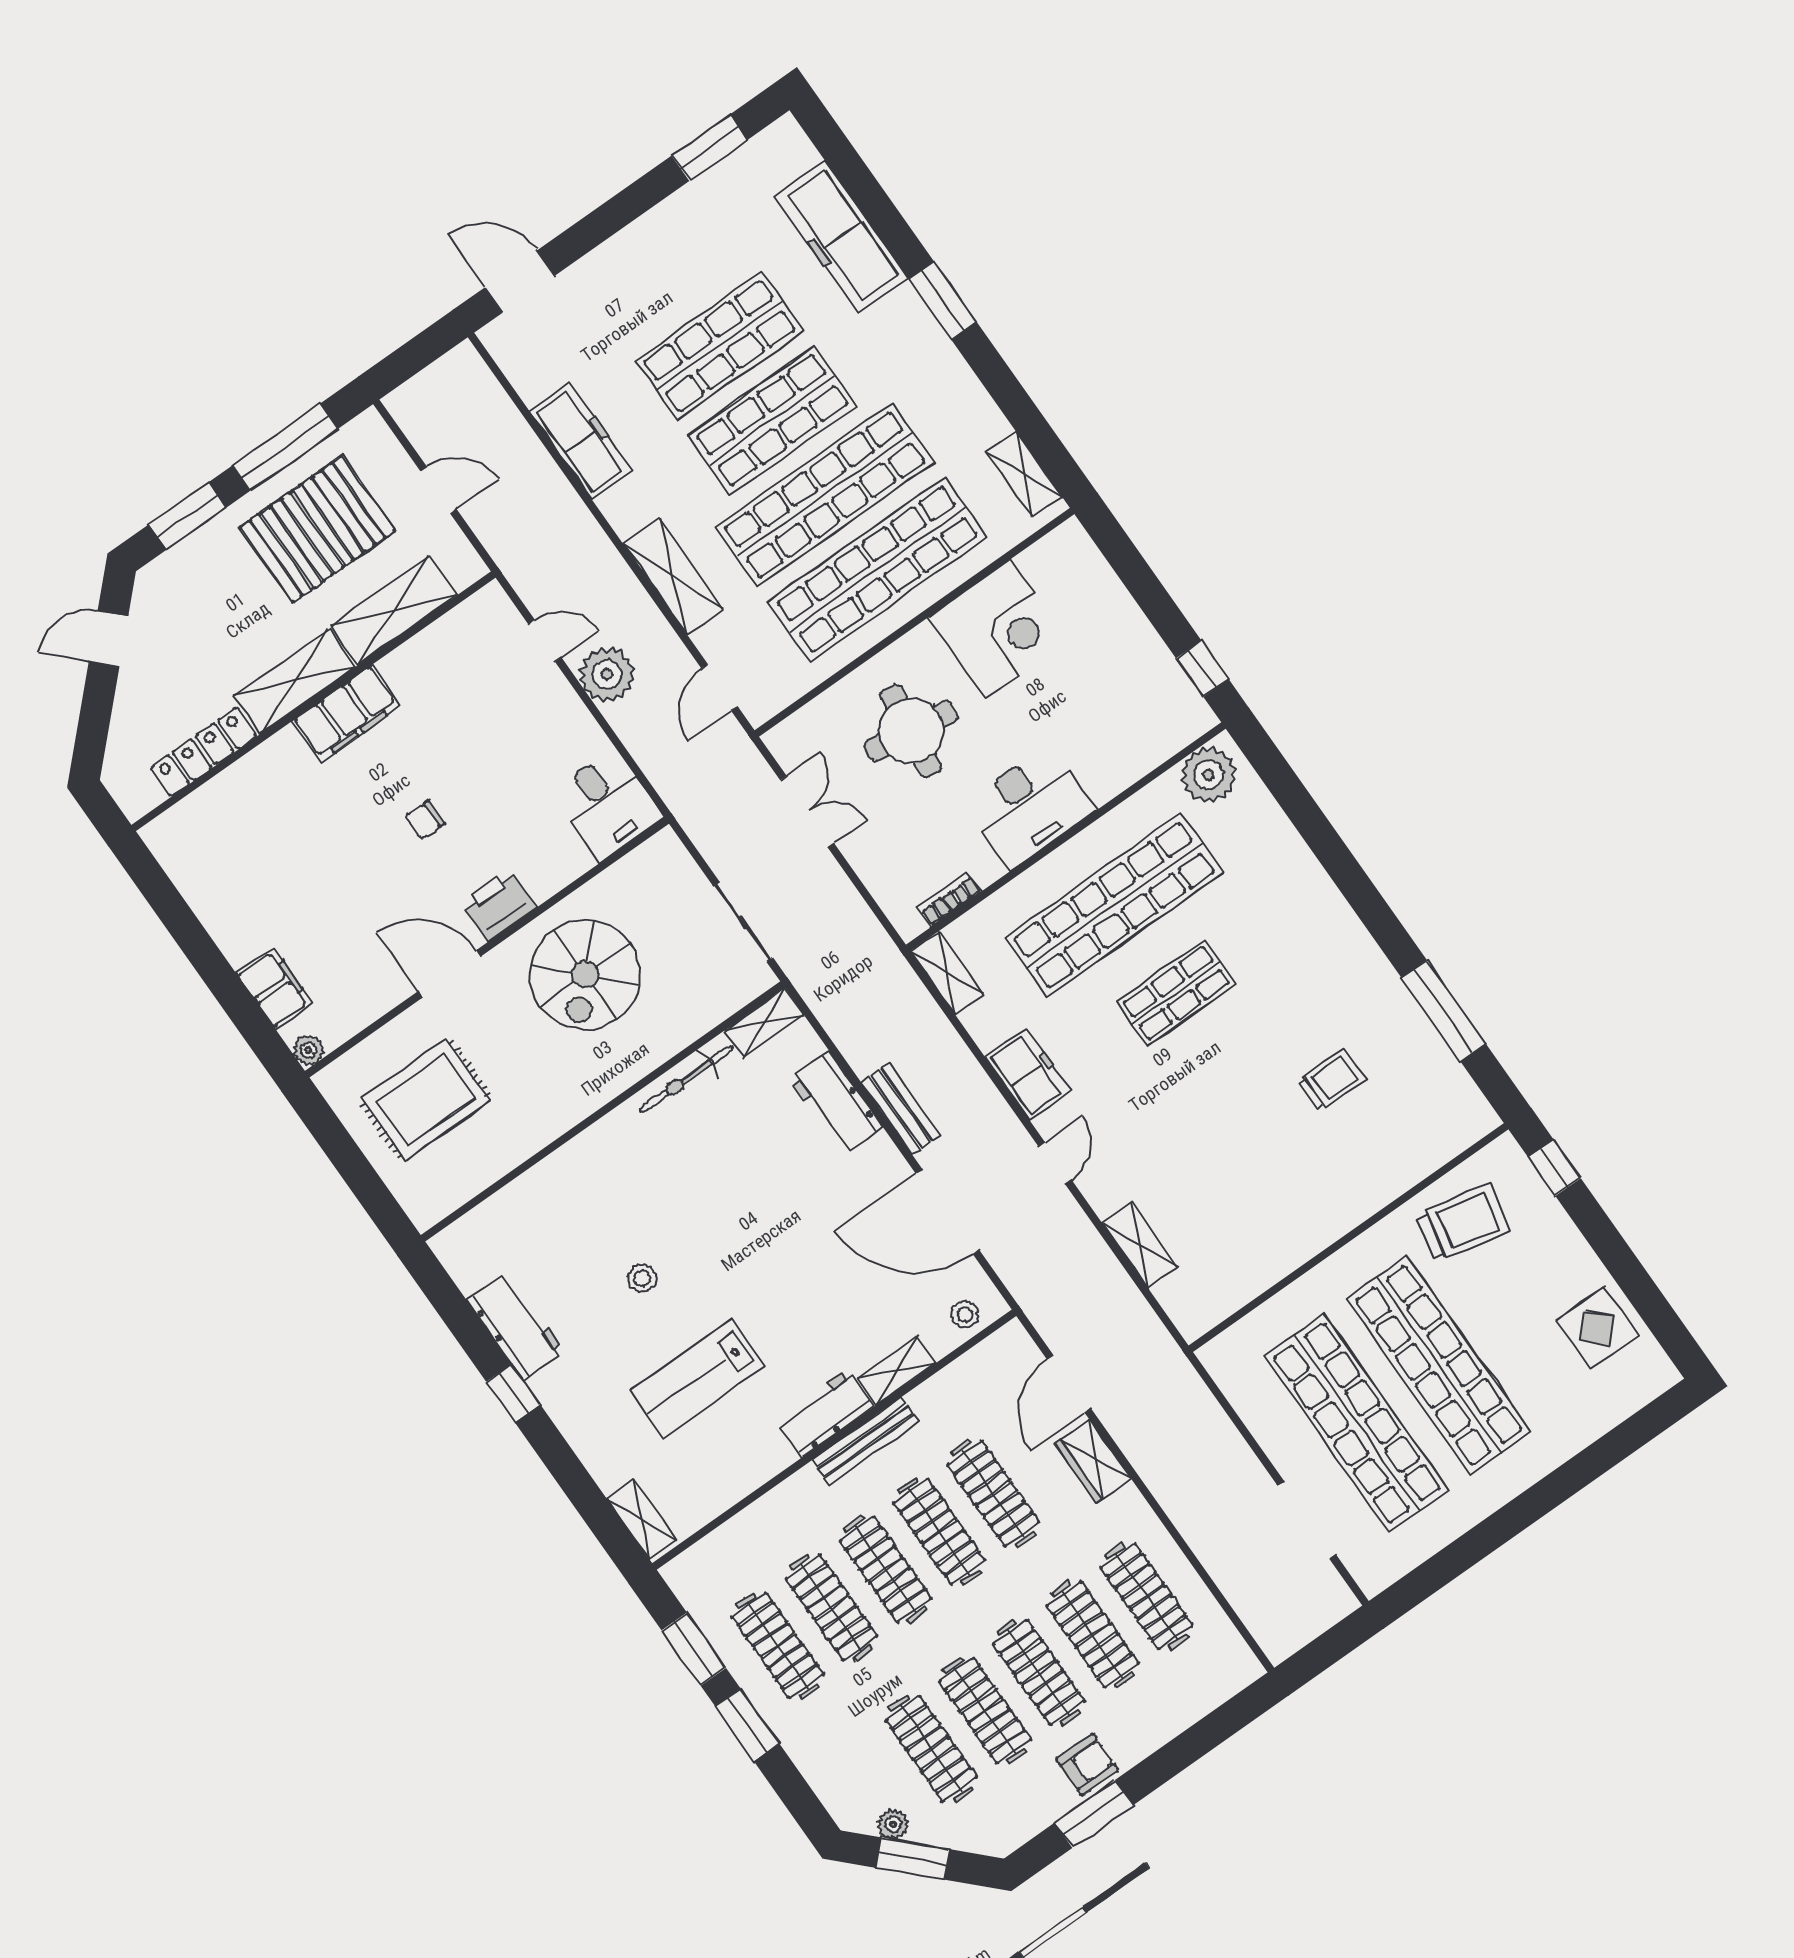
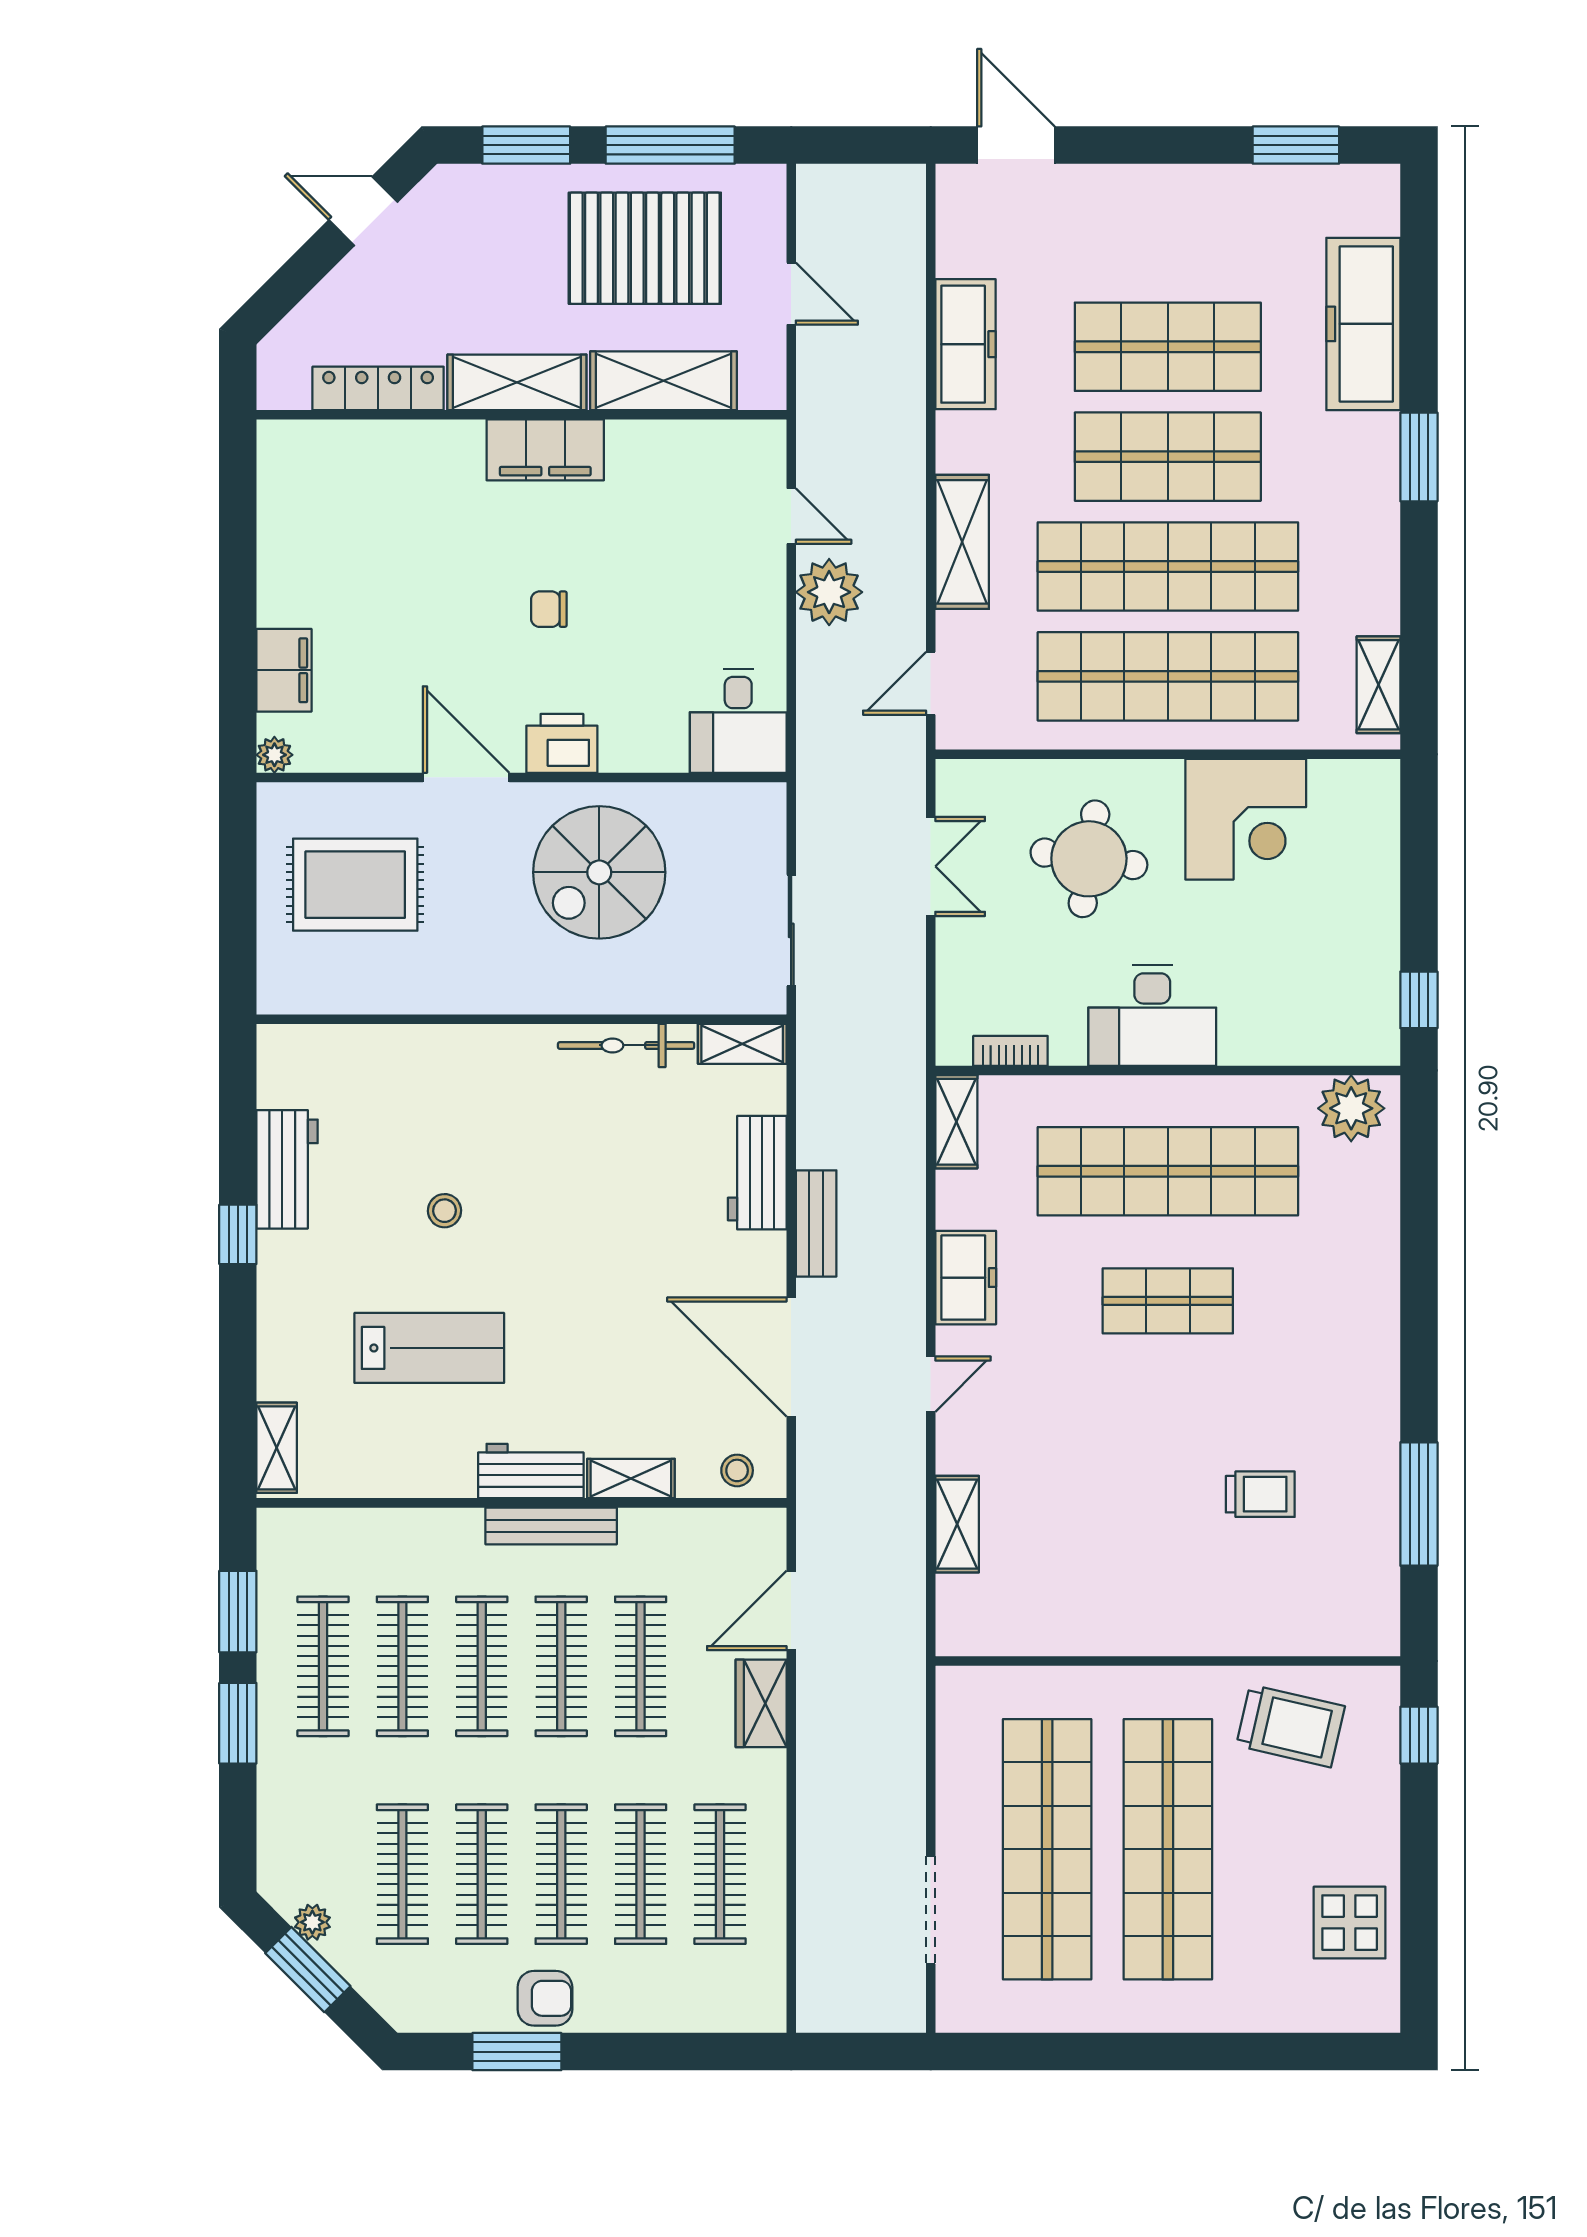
lab bench: (697, 1379) -> (429, 1348), turned 180

